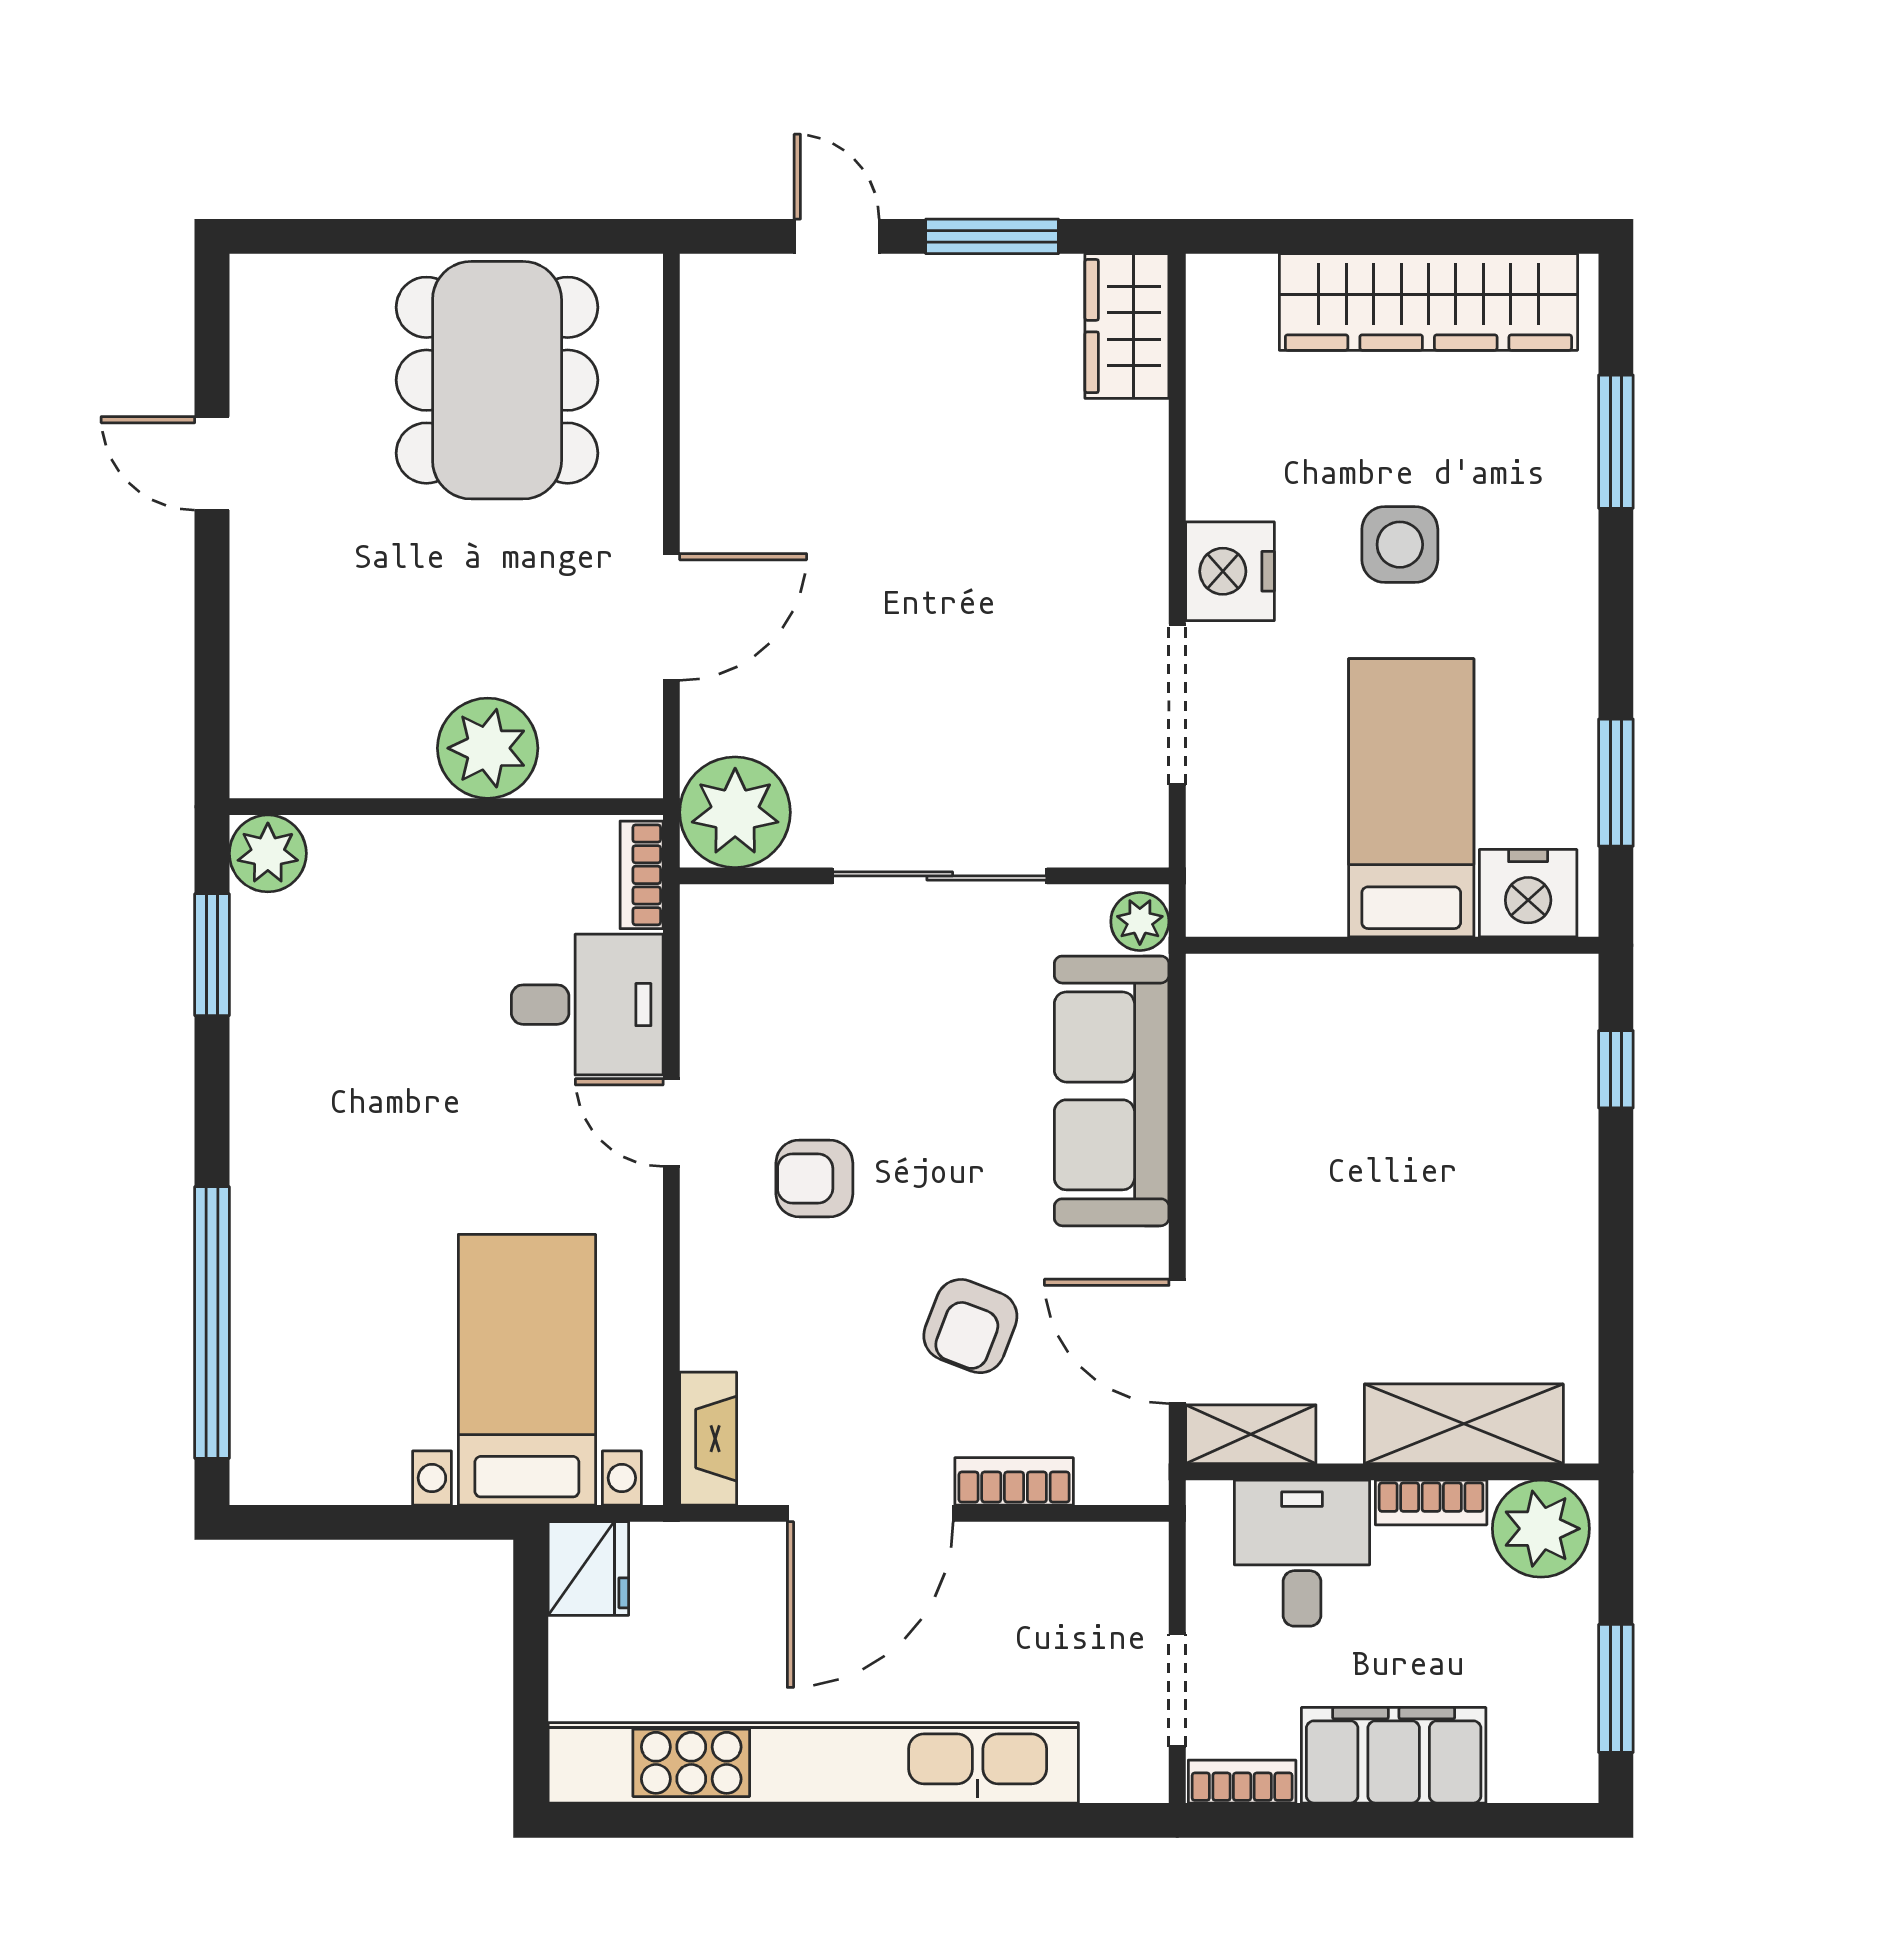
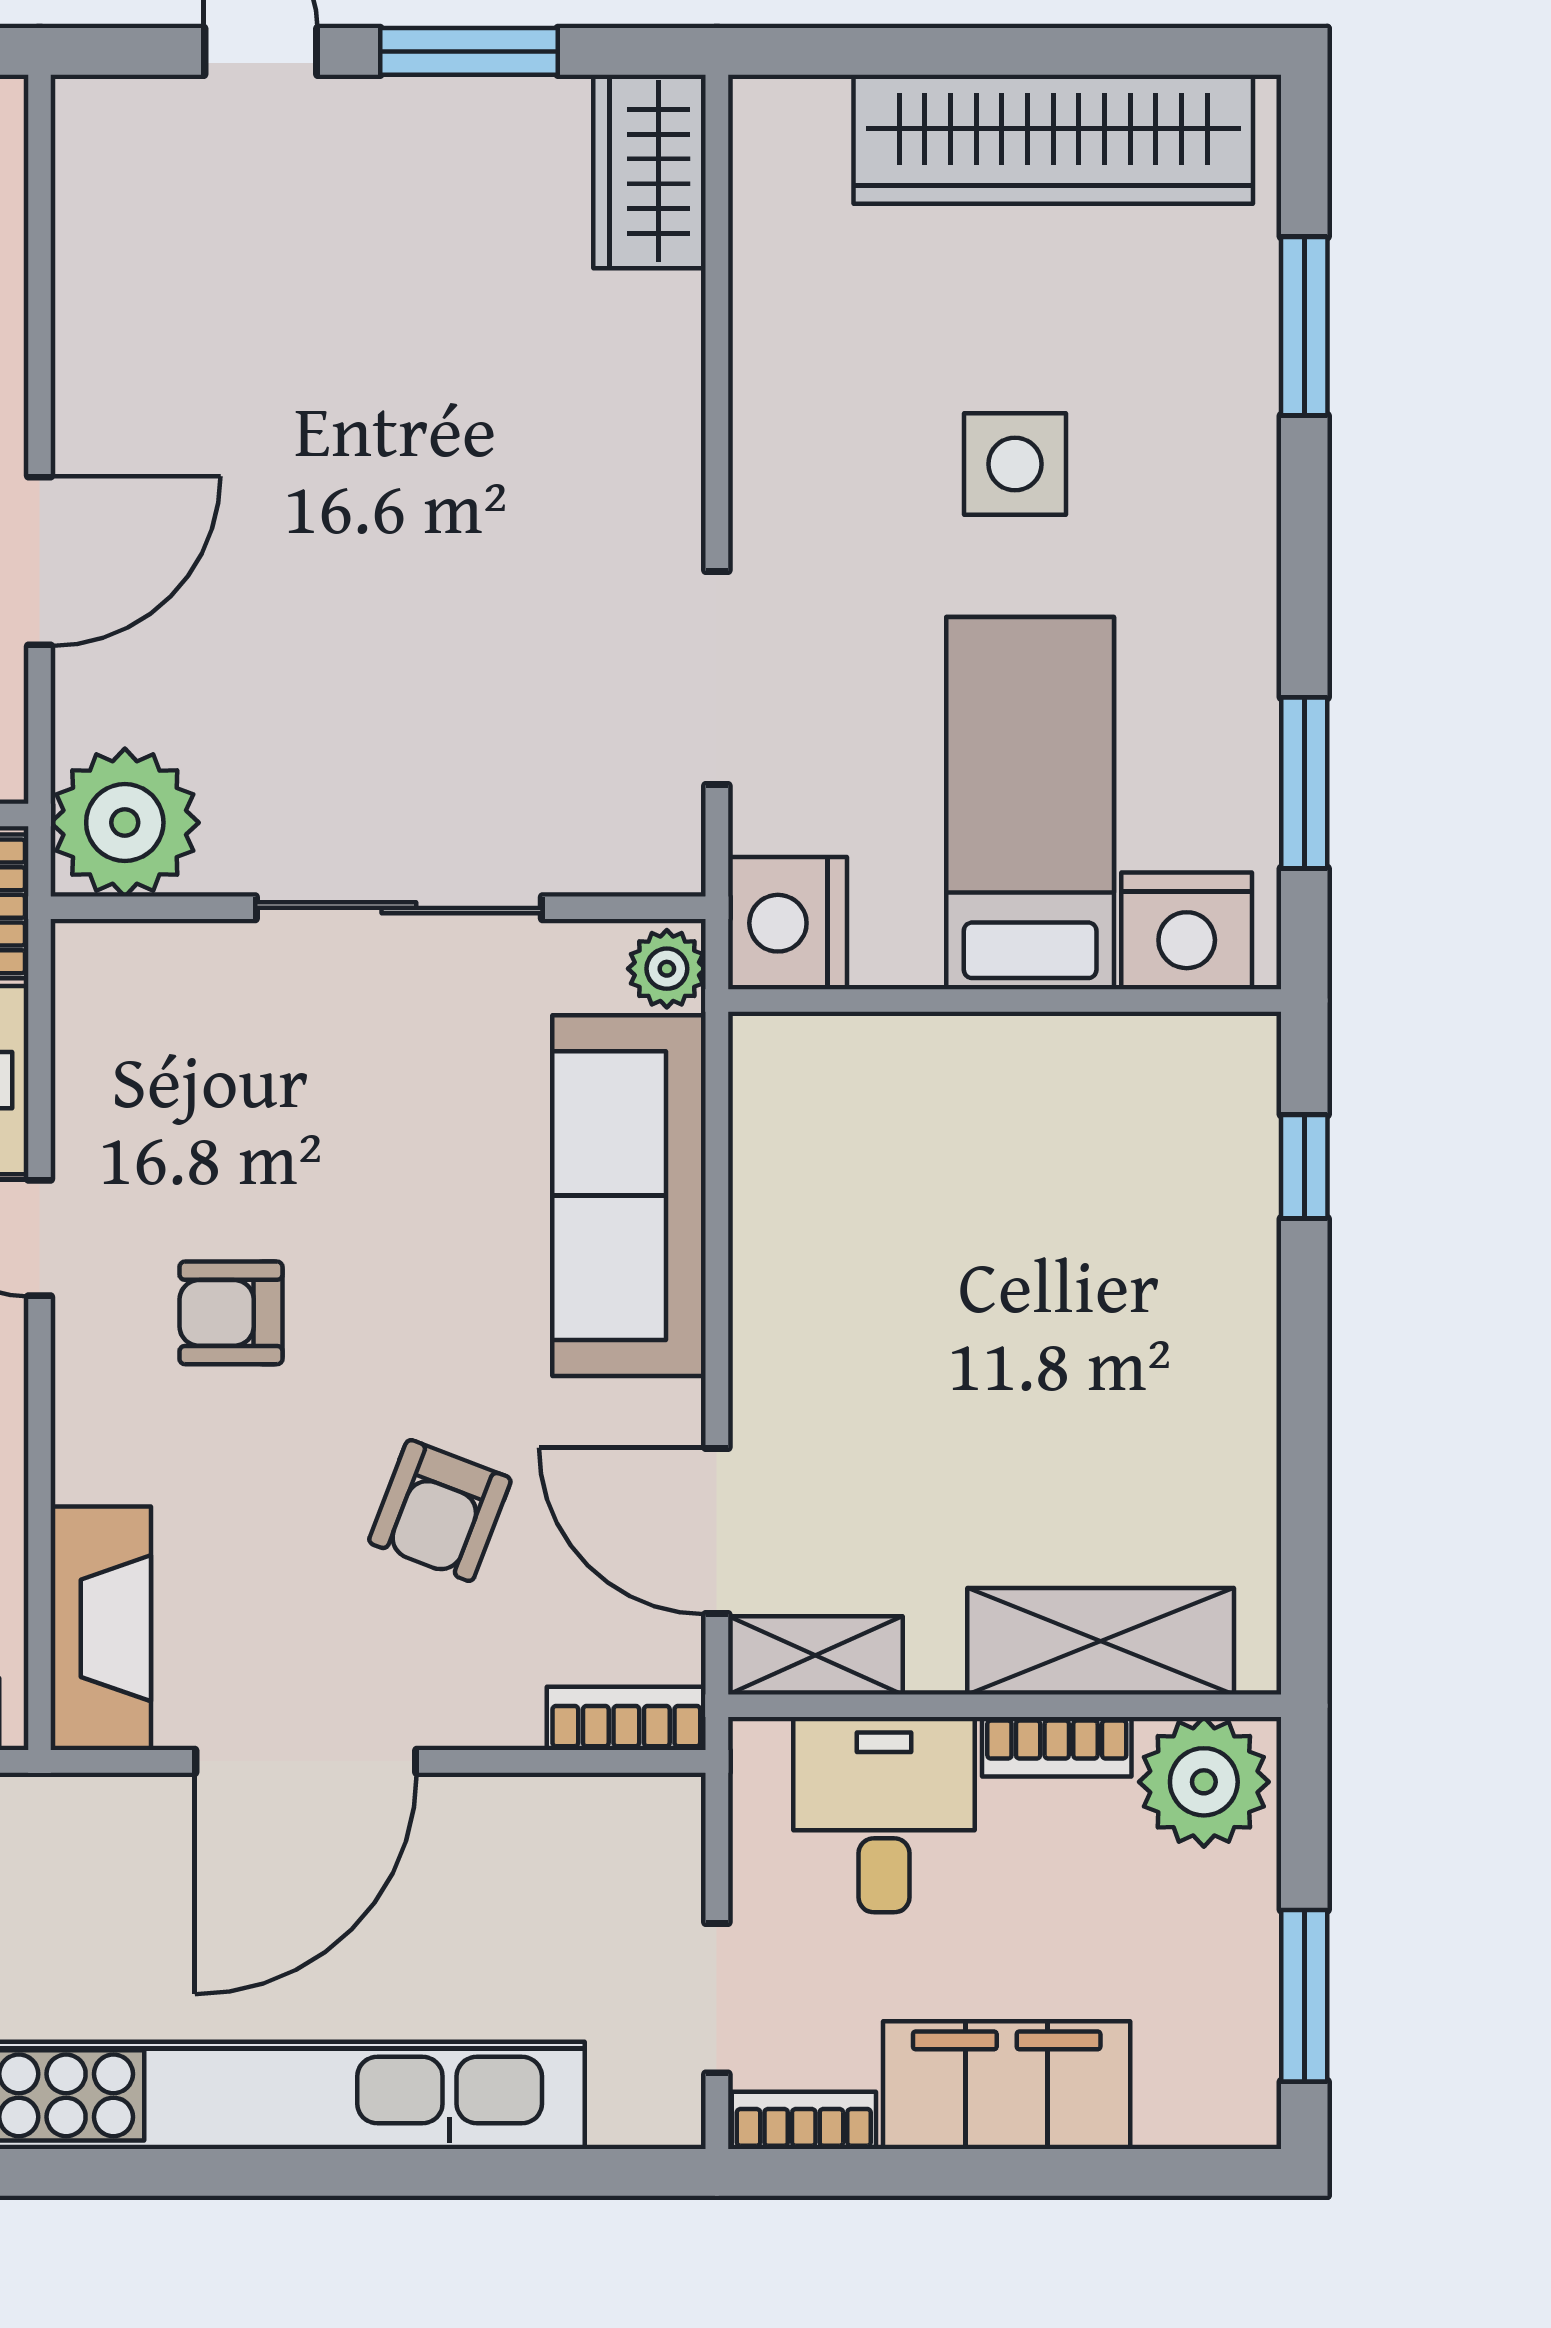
nightstand: (1230, 571) -> (787, 923), moved
fireplace: (708, 1439) -> (101, 1628), width x1.37, depth x1.32
bookcase: (1014, 1481) -> (626, 1718), moved

